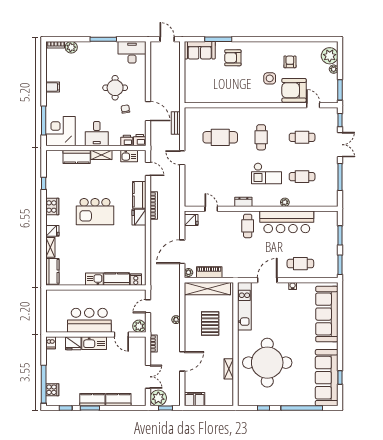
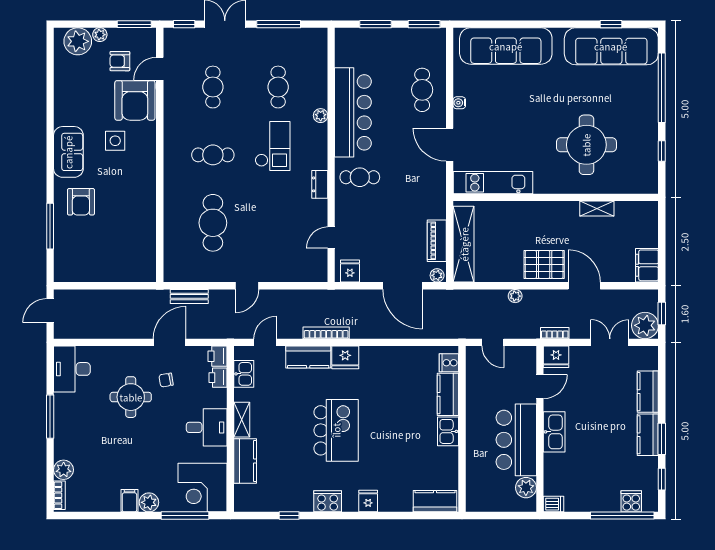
sofa: (200, 50) -> (68, 152), moved
armchair: (290, 62) -> (120, 61), moved
plant: (52, 99) -> (149, 502), added
shelving: (50, 247) -> (395, 504), removed
pallet: (210, 324) -> (544, 264), moved
plant: (139, 326) -> (526, 488), moved
fridge: (73, 343) -> (556, 357), moved, turned 90
round table: (267, 363) -> (586, 145), width x0.73, depth x0.73

